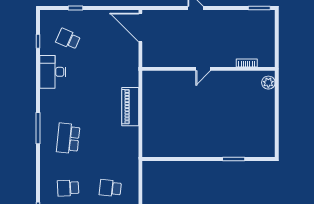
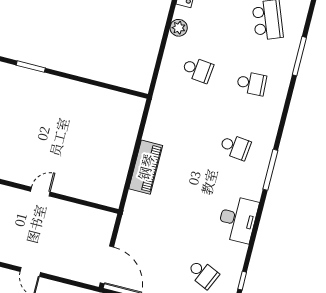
desk: (53, 72) -> (238, 219), moved
school desk: (68, 138) -> (235, 147), width x0.54

